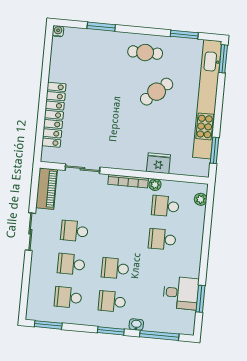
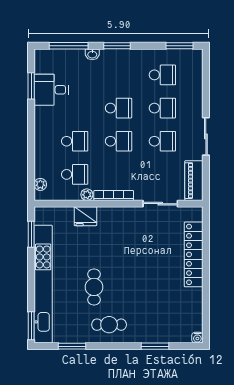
cafe table: (157, 92) -> (94, 287), turned -48
school desk: (112, 301) -> (119, 141), moved

